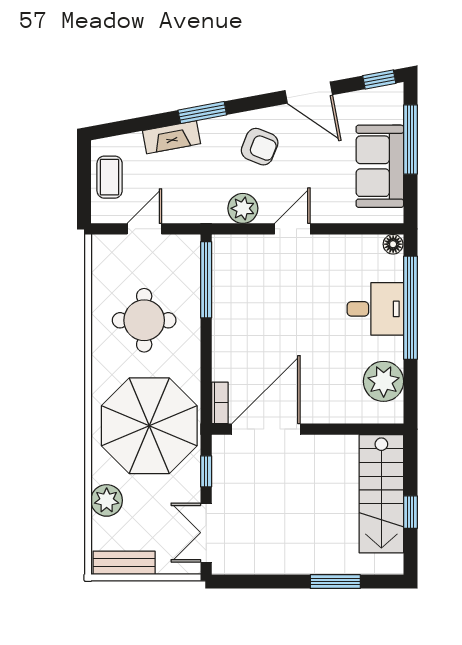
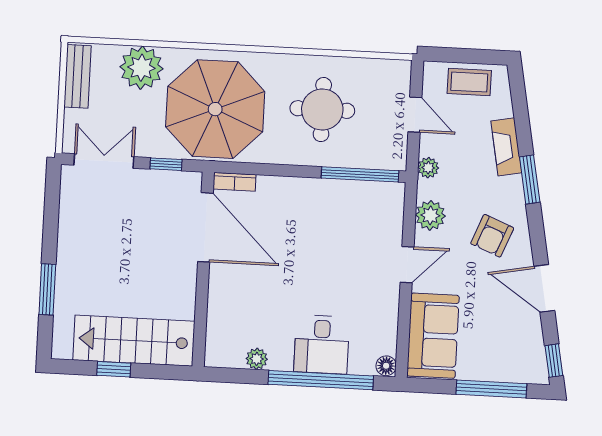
door: (309, 93) -> (544, 288), hinge flipped
sofa: (380, 166) -> (433, 336), moved, turned 90
plant: (196, 213) -> (428, 168), added
door: (292, 229) -> (407, 265), hinge flipped
plant: (384, 381) -> (257, 359), width x0.53, depth x0.53
plant: (107, 500) -> (141, 68), width x1.36, depth x1.36

